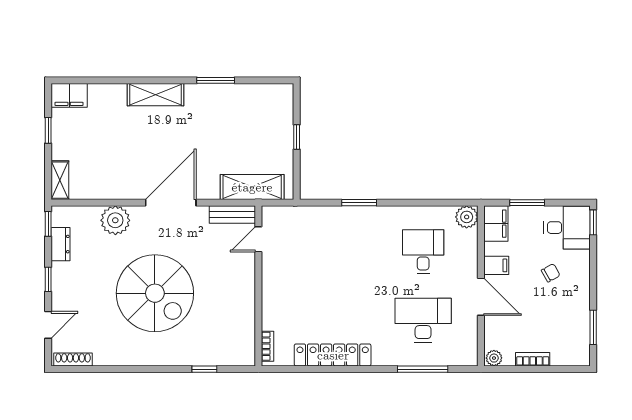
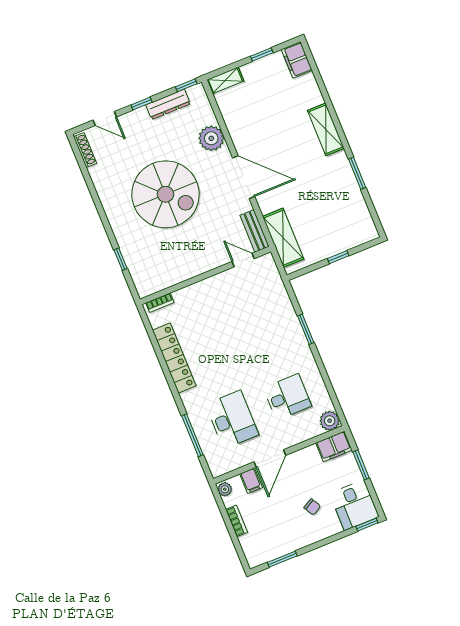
dresser: (60, 244) -> (168, 104), width x1.44
filing cabinet: (496, 265) -> (251, 481), moved
spiral stairs: (155, 293) -> (165, 194), turned -90

